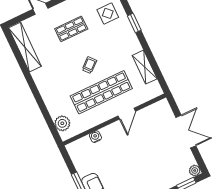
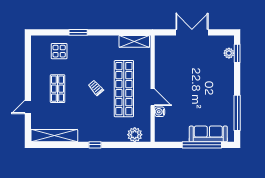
shelving: (145, 67) -> (134, 41), moved
window: (34, 90) -> (95, 145), added
door: (127, 114) -> (153, 97), moved
plant: (195, 170) -> (229, 53), moved

